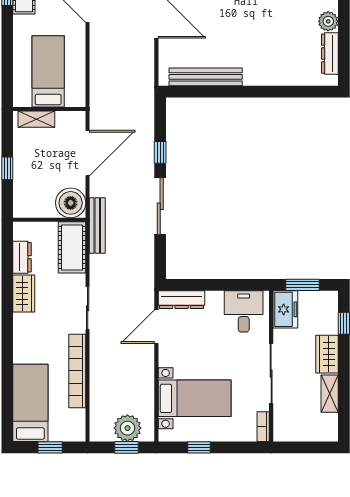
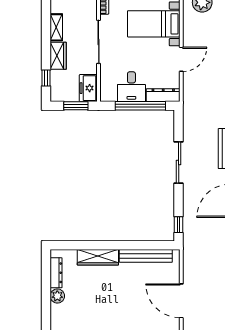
wardrobe: (272, 75) -> (98, 257), added
window: (160, 152) -> (179, 225), moved
window: (213, 285) -> (140, 106), added
desk: (244, 311) -> (131, 87), moved
door: (156, 327) -> (181, 59), moved

